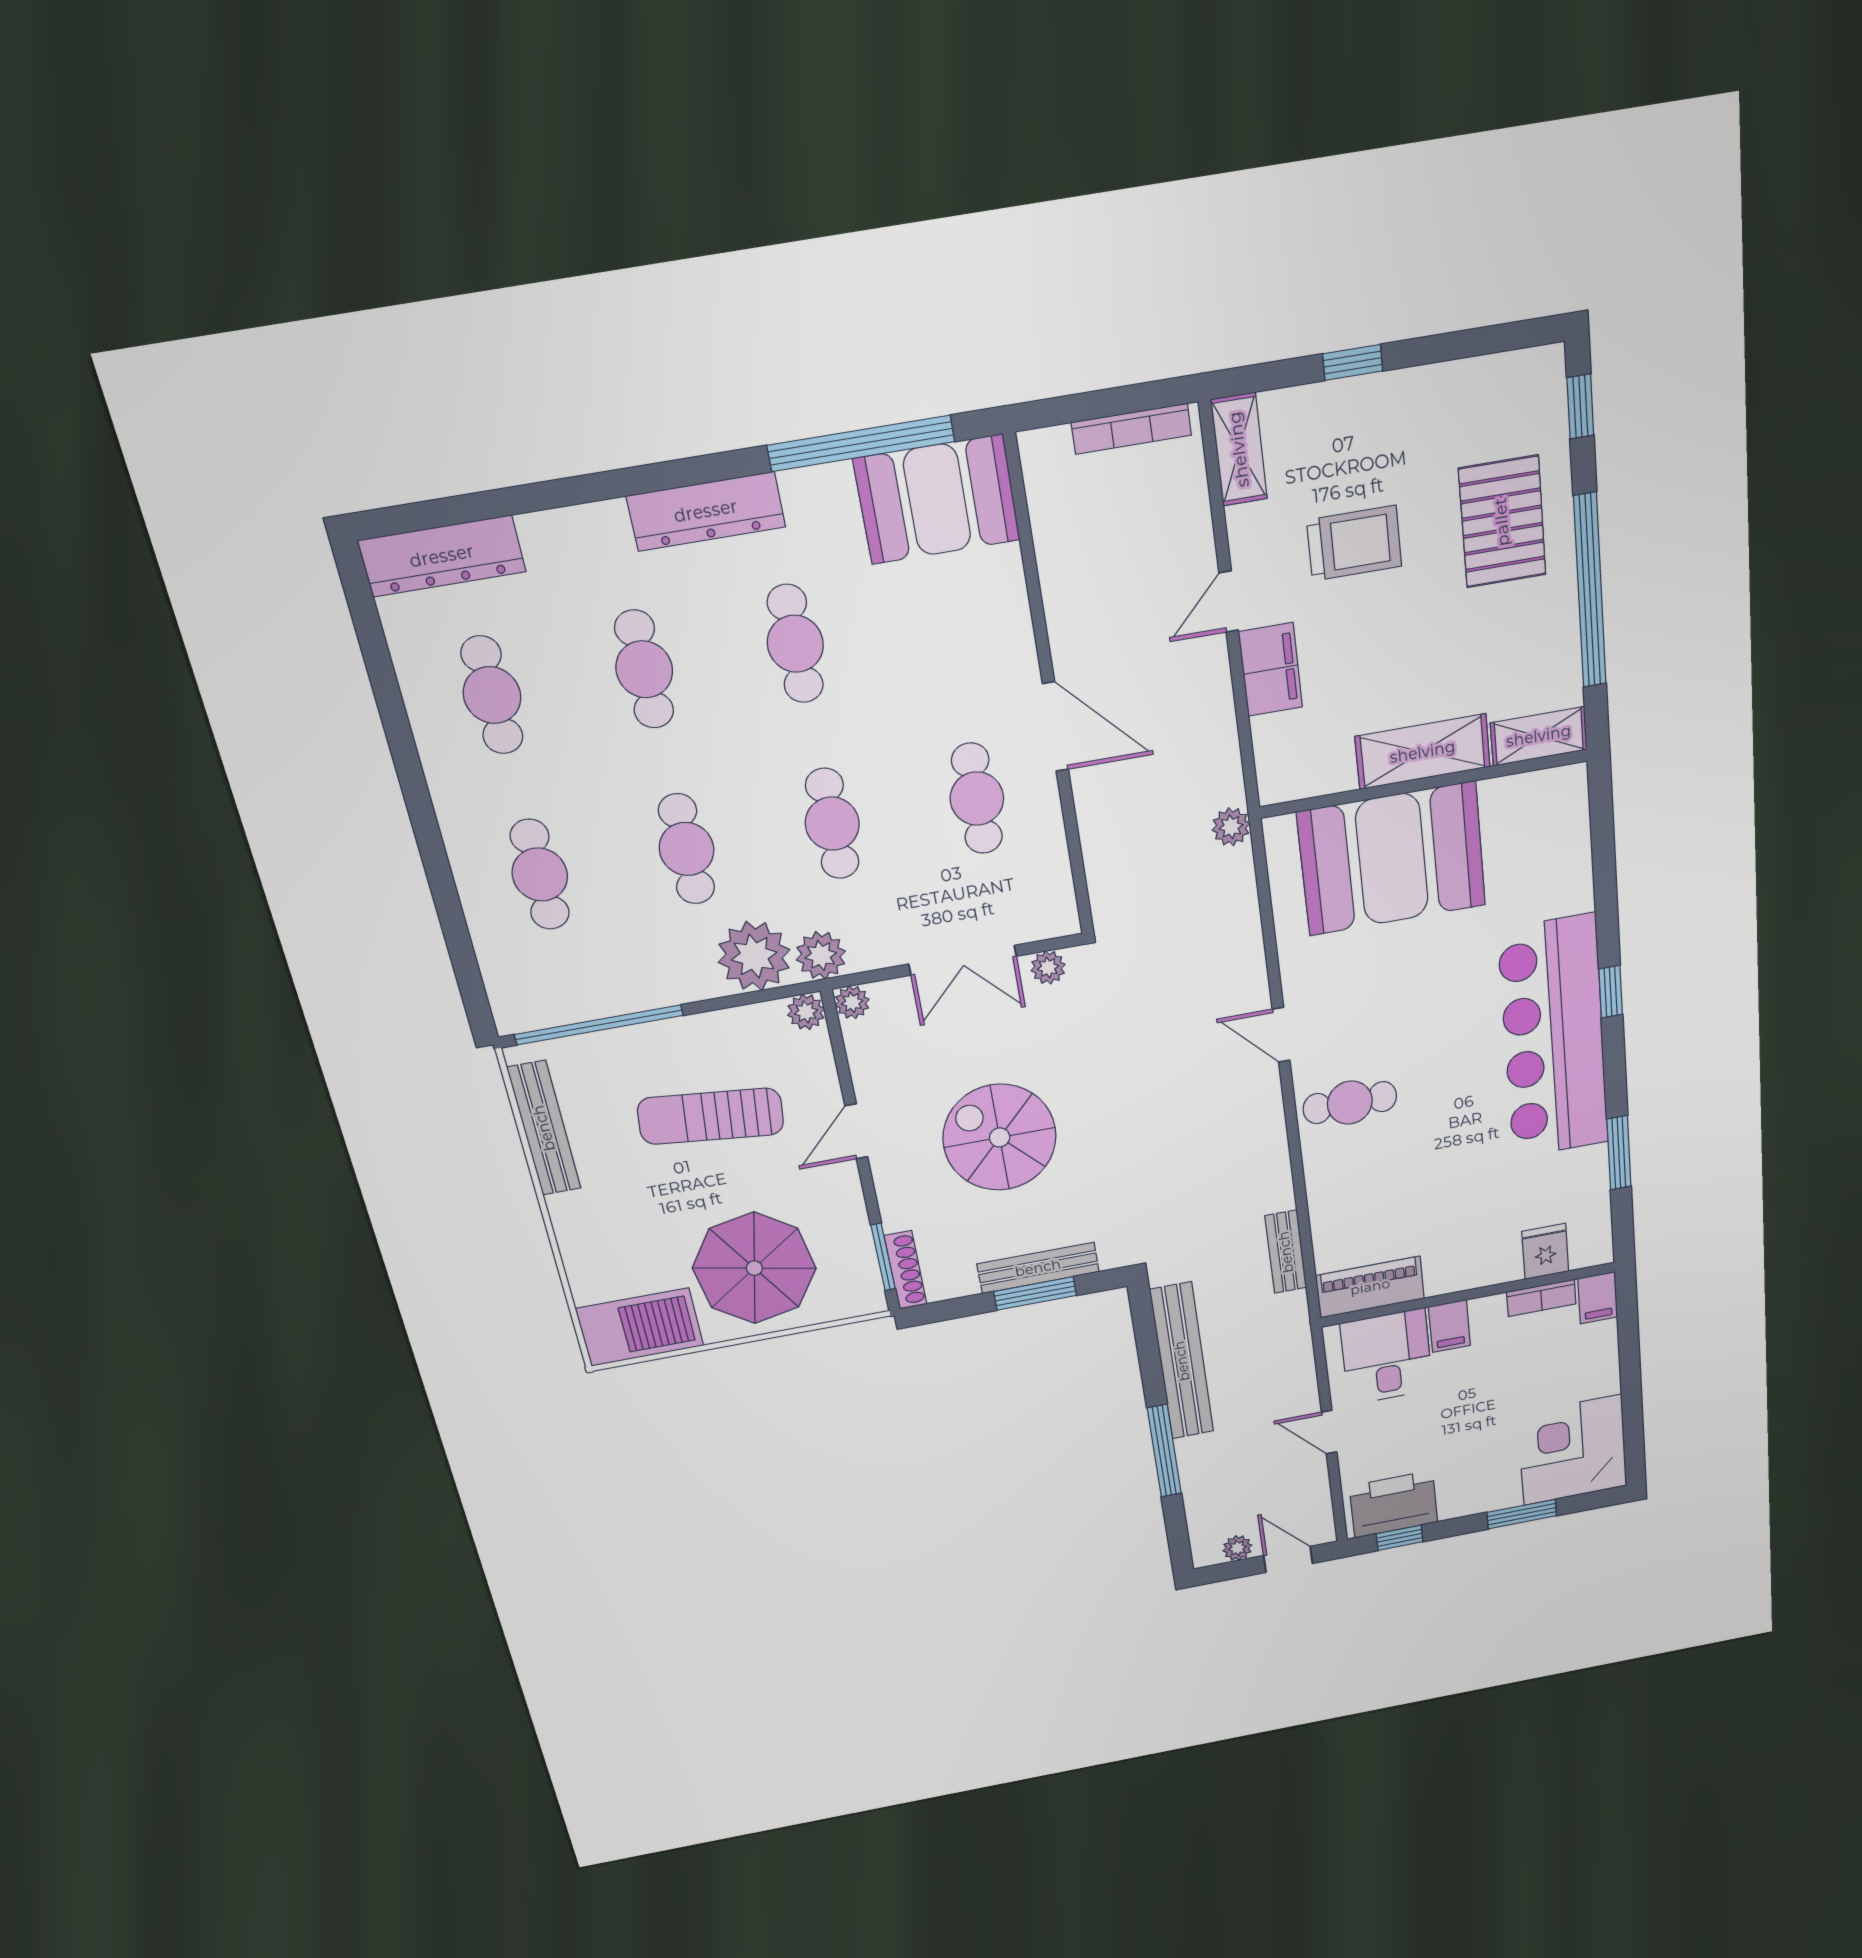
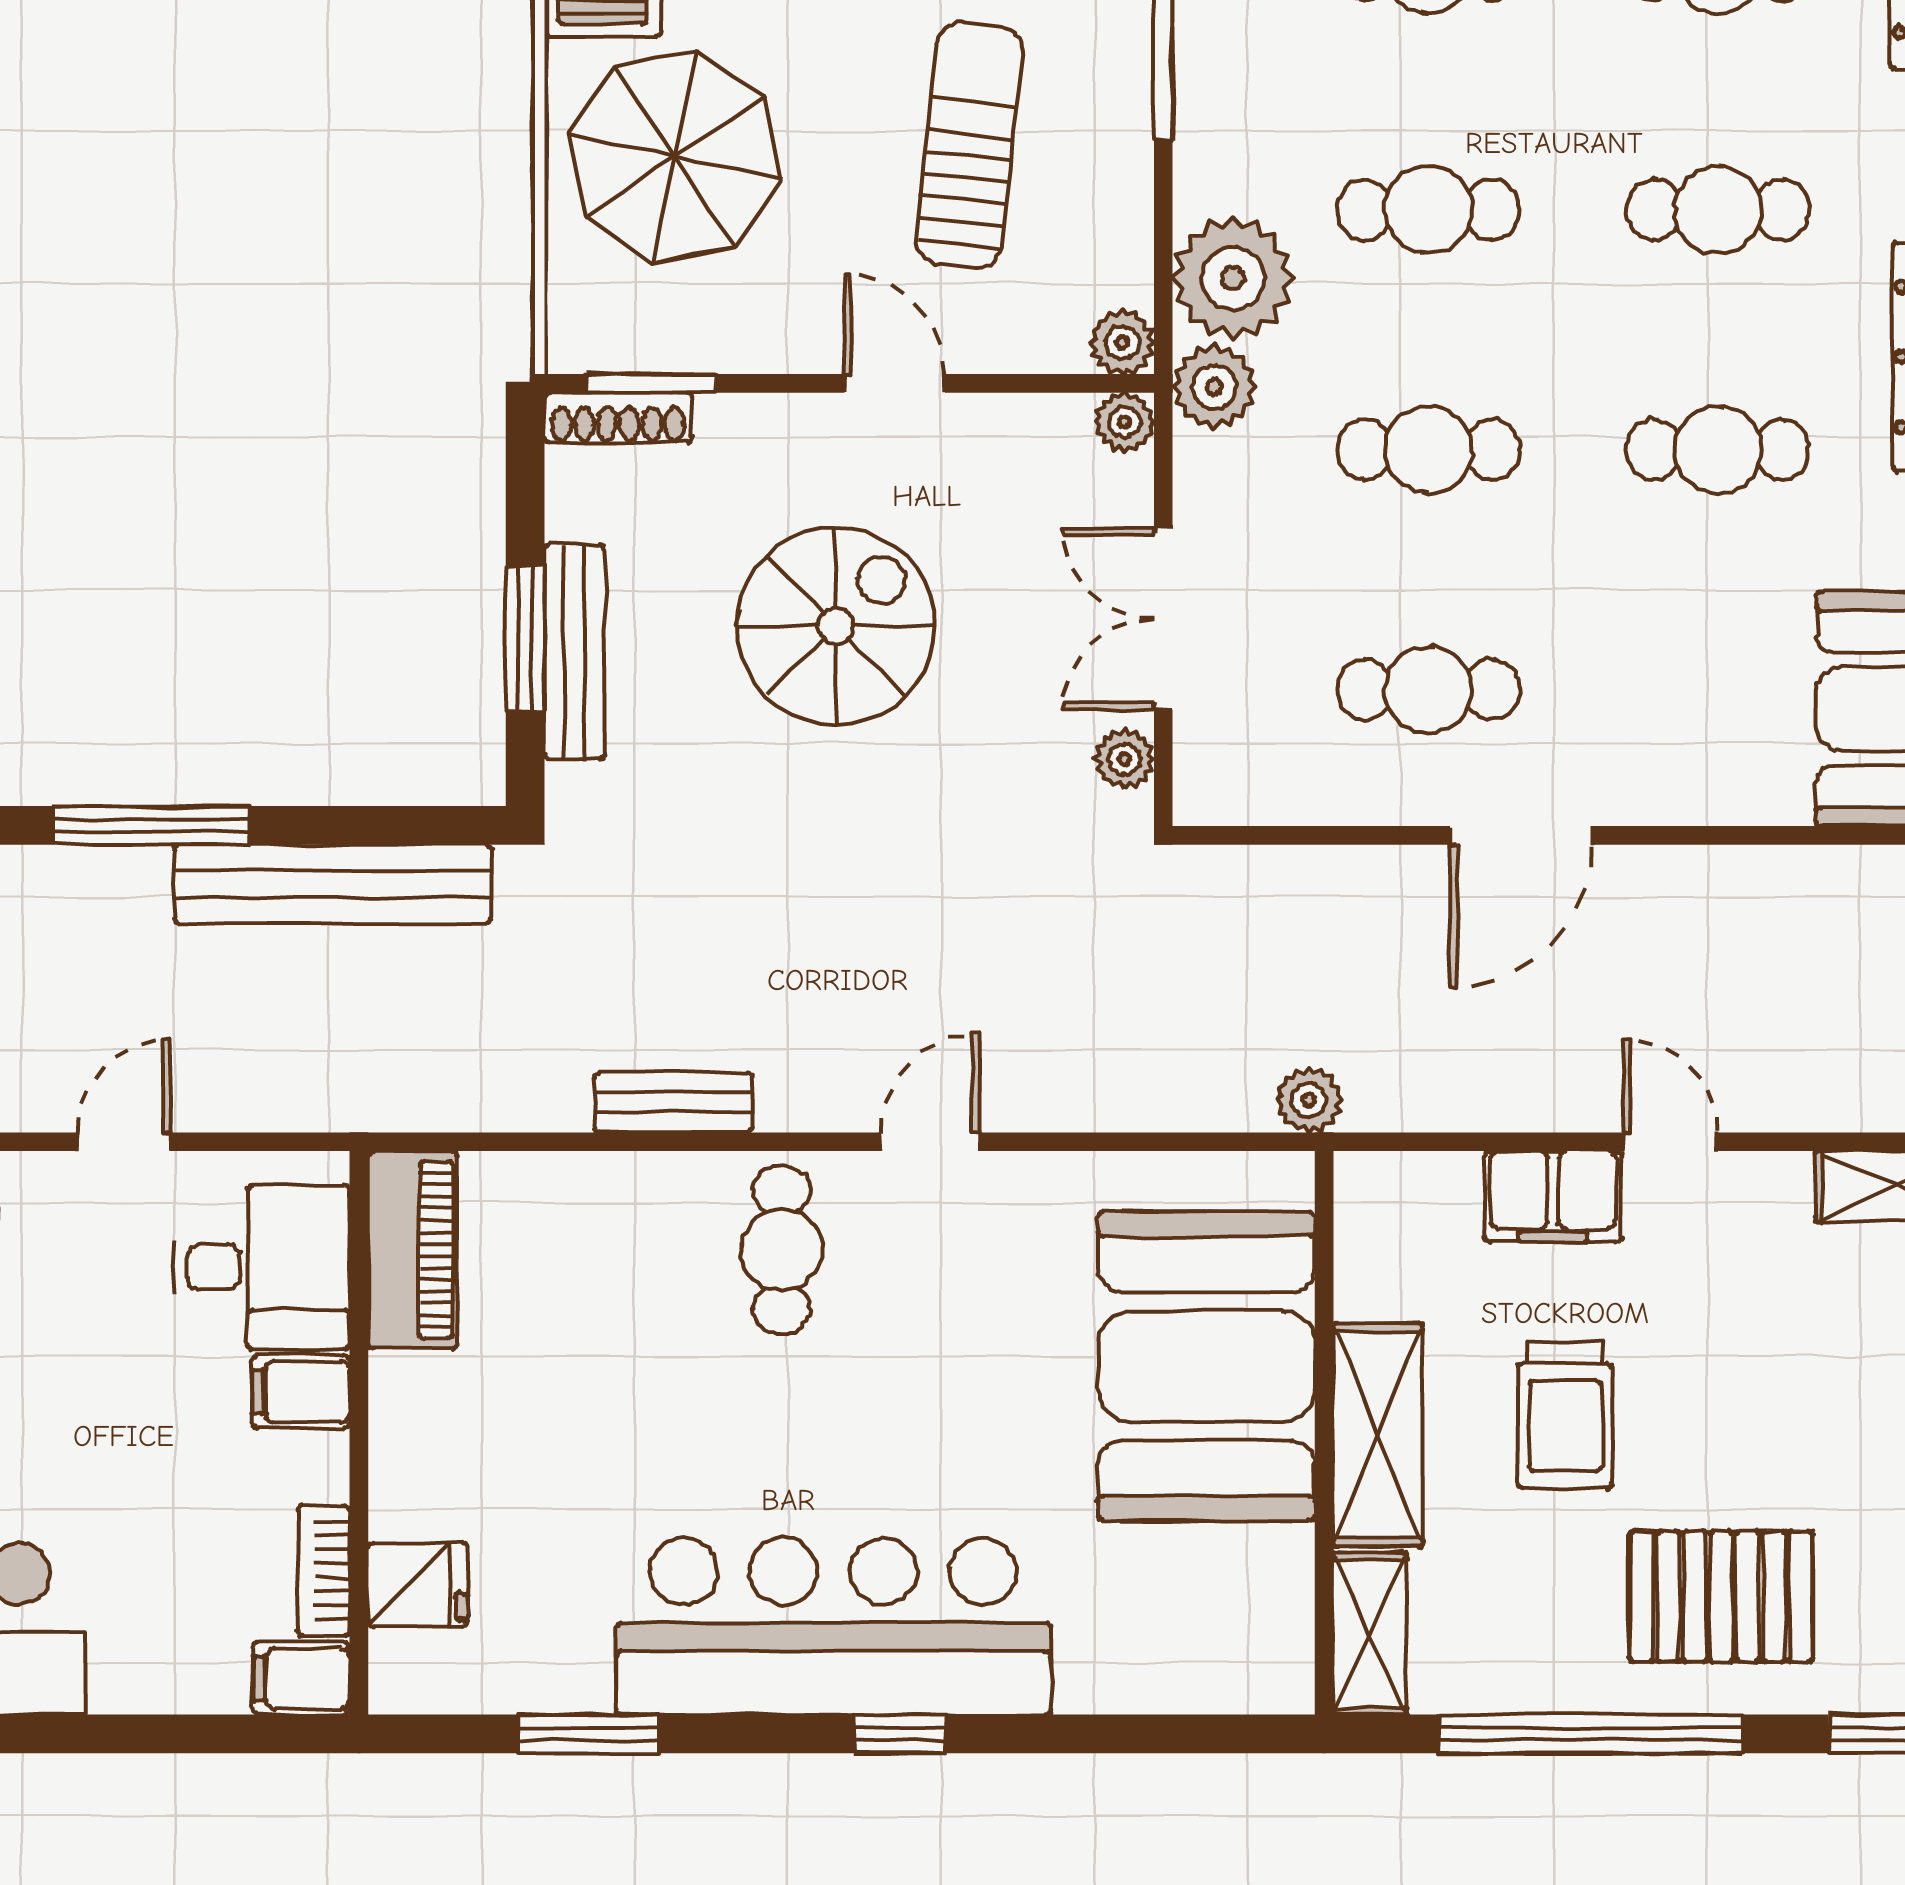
trolley: (1354, 543) -> (1565, 1415), moved
bench: (1286, 1252) -> (674, 1102), moved

